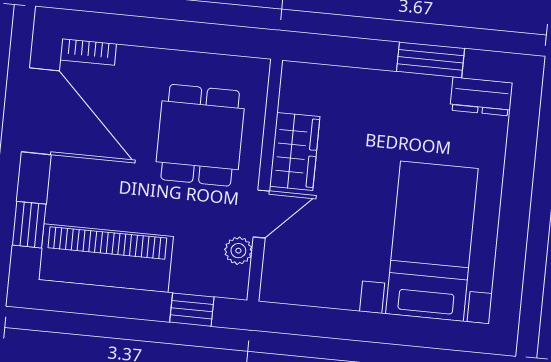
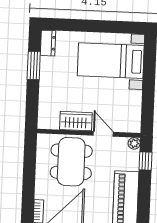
dining table: (200, 135) -> (71, 162), width x1.38
plant: (238, 251) -> (134, 143), moved

